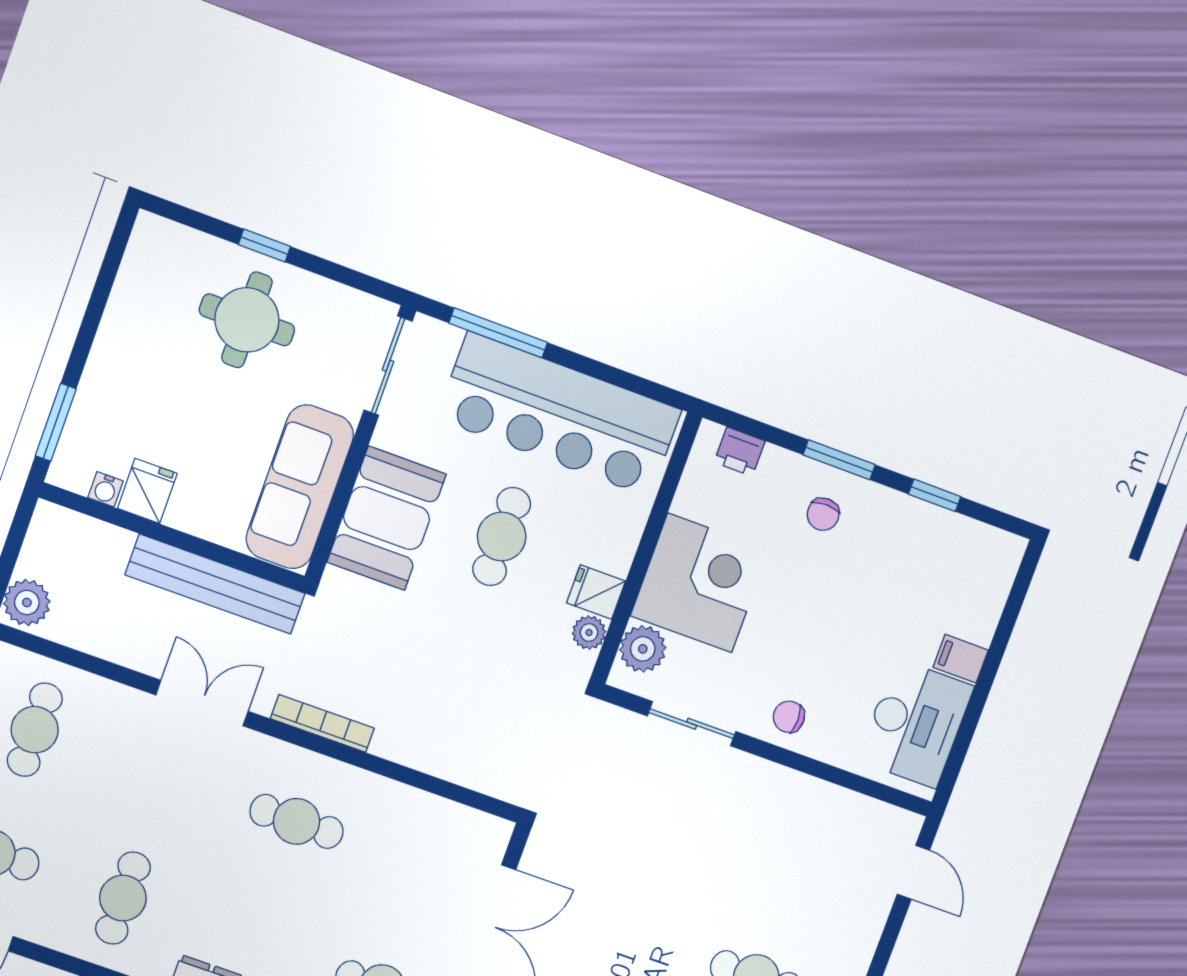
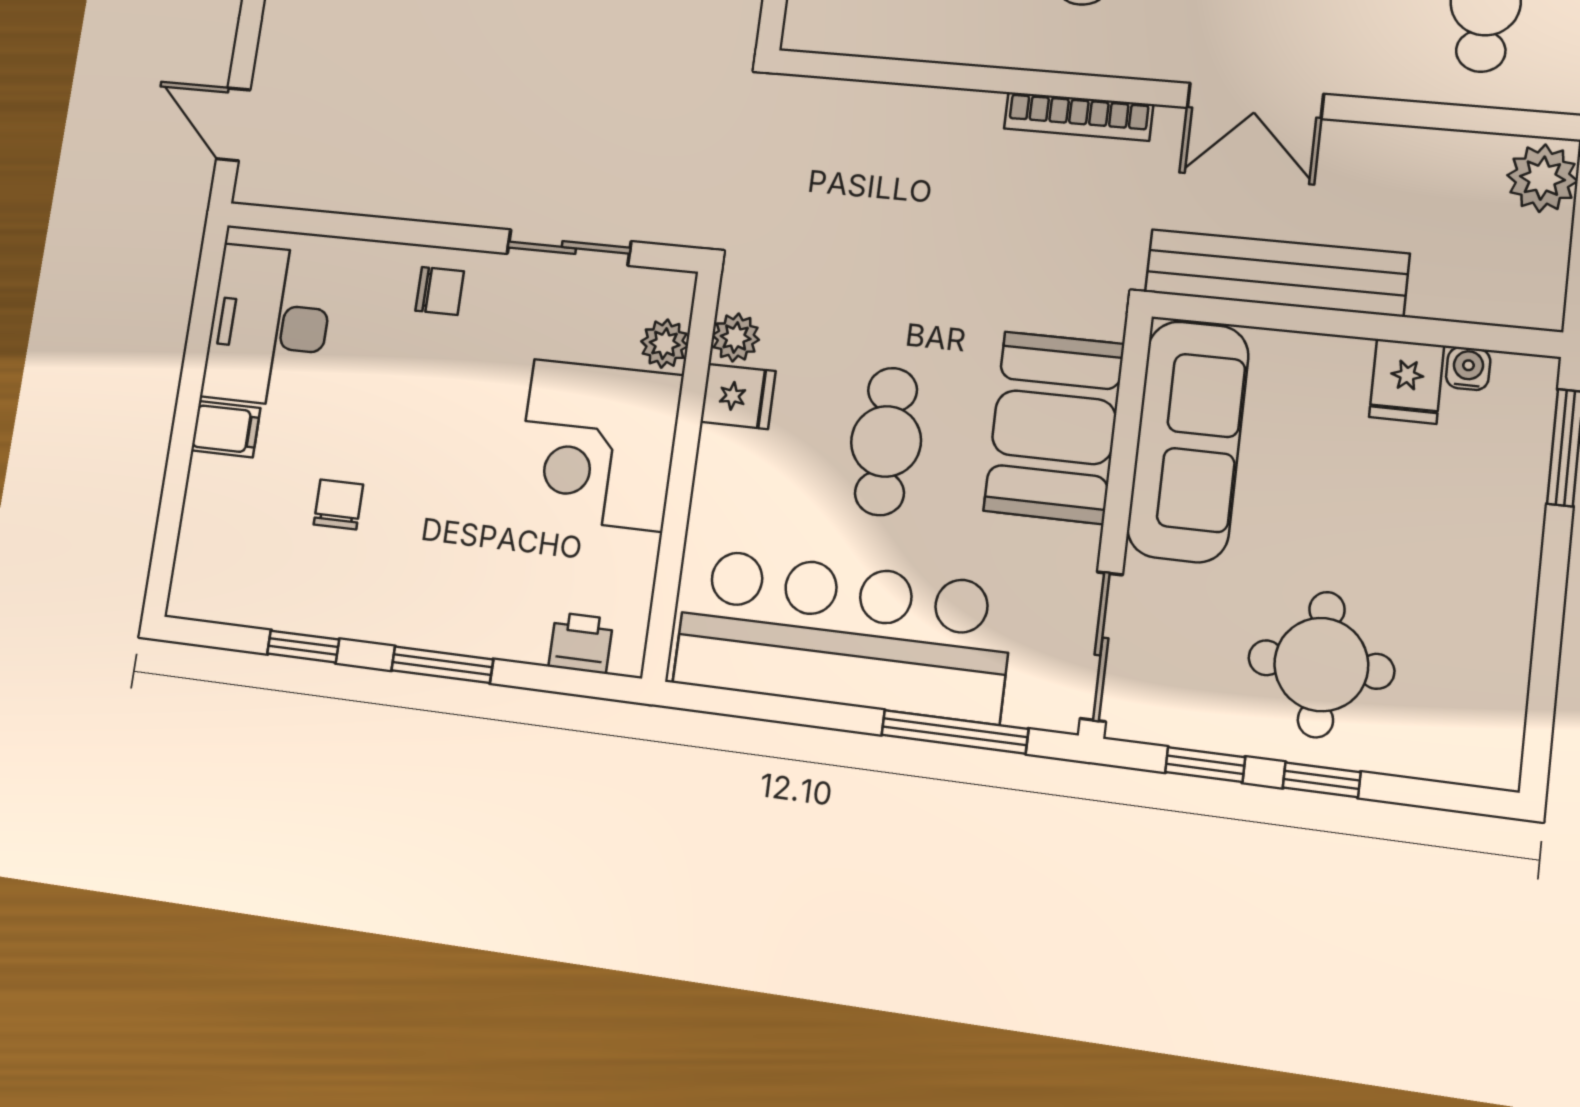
window: (338, 273) -> (1205, 765), added
chair: (823, 514) -> (338, 504), moved
plant: (643, 649) -> (665, 344), width x0.73, depth x0.73

